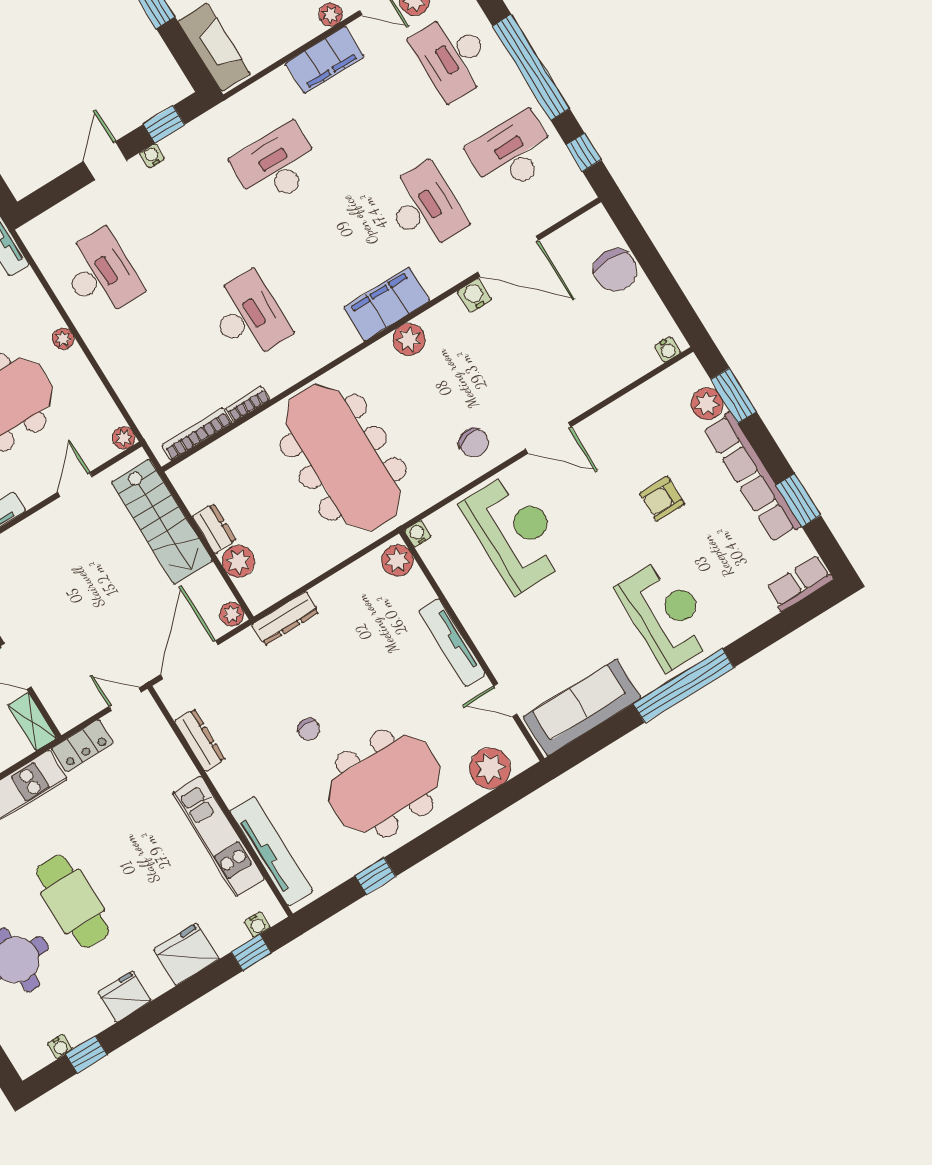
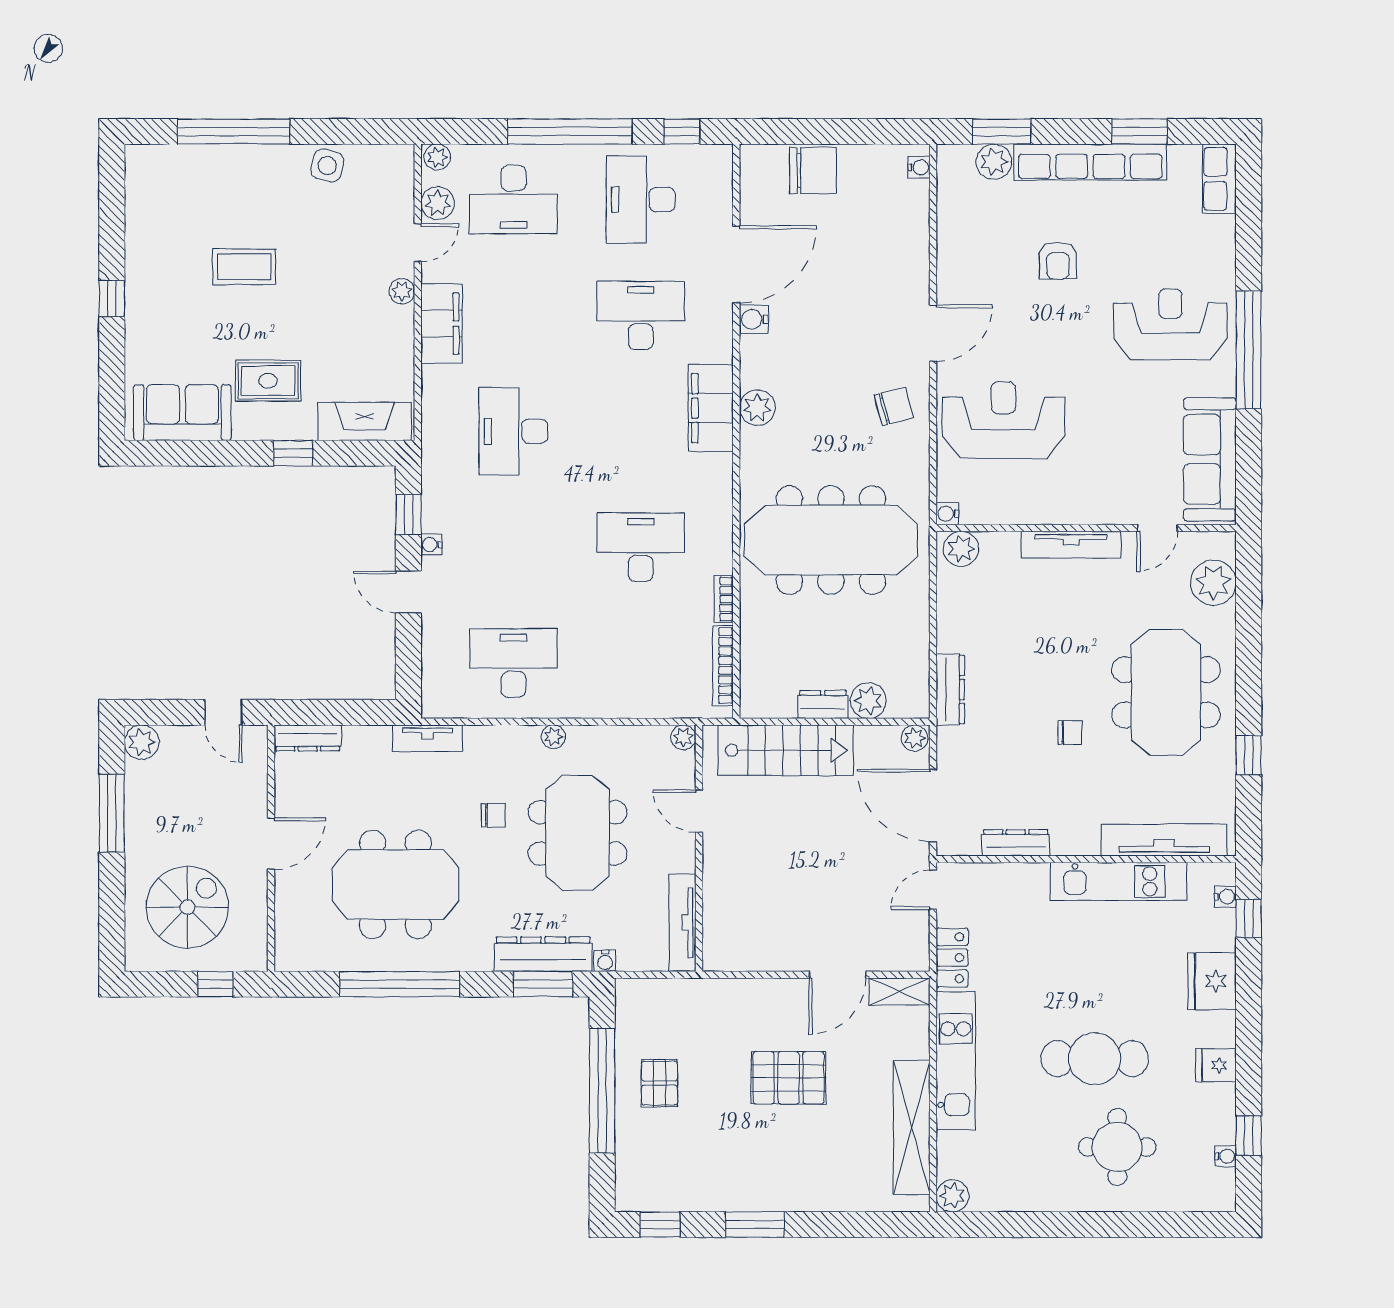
fridge: (125, 997) -> (1216, 1065), width x0.72

